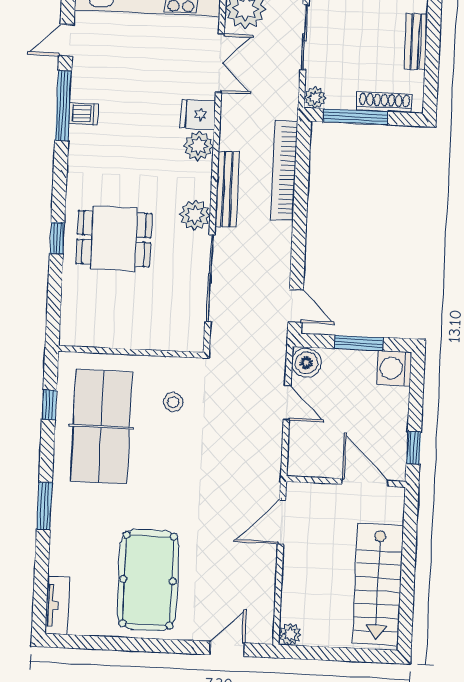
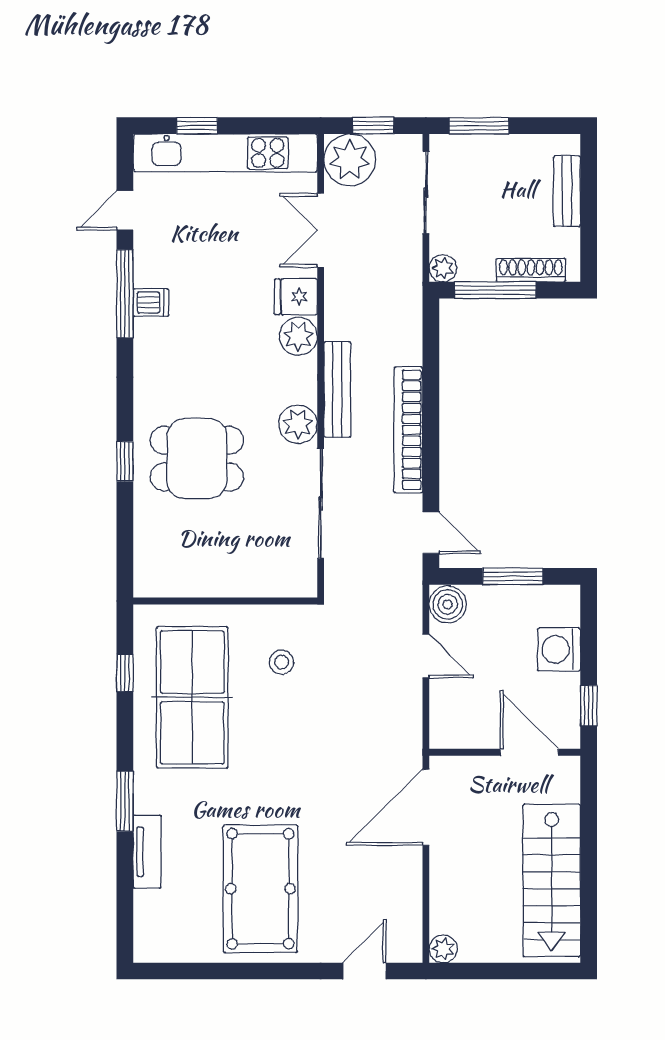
double door: (220, 63) -> (321, 230), swing flipped
bookcase: (284, 170) -> (408, 430), moved
washing machine: (394, 368) -> (559, 649), moved
door: (282, 522) -> (426, 807), width x1.36
tv unit: (57, 605) -> (147, 852), moved

